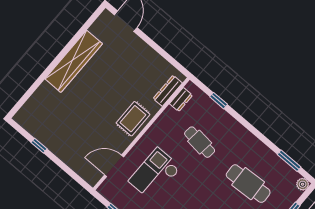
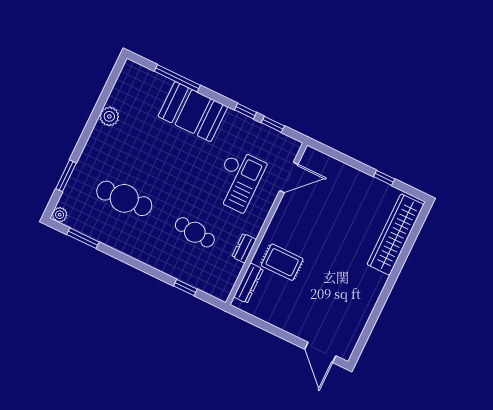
wardrobe: (74, 61) -> (395, 235), moved
dresser: (181, 100) -> (244, 248), moved
rug: (133, 119) -> (282, 262), moved, turned 90

